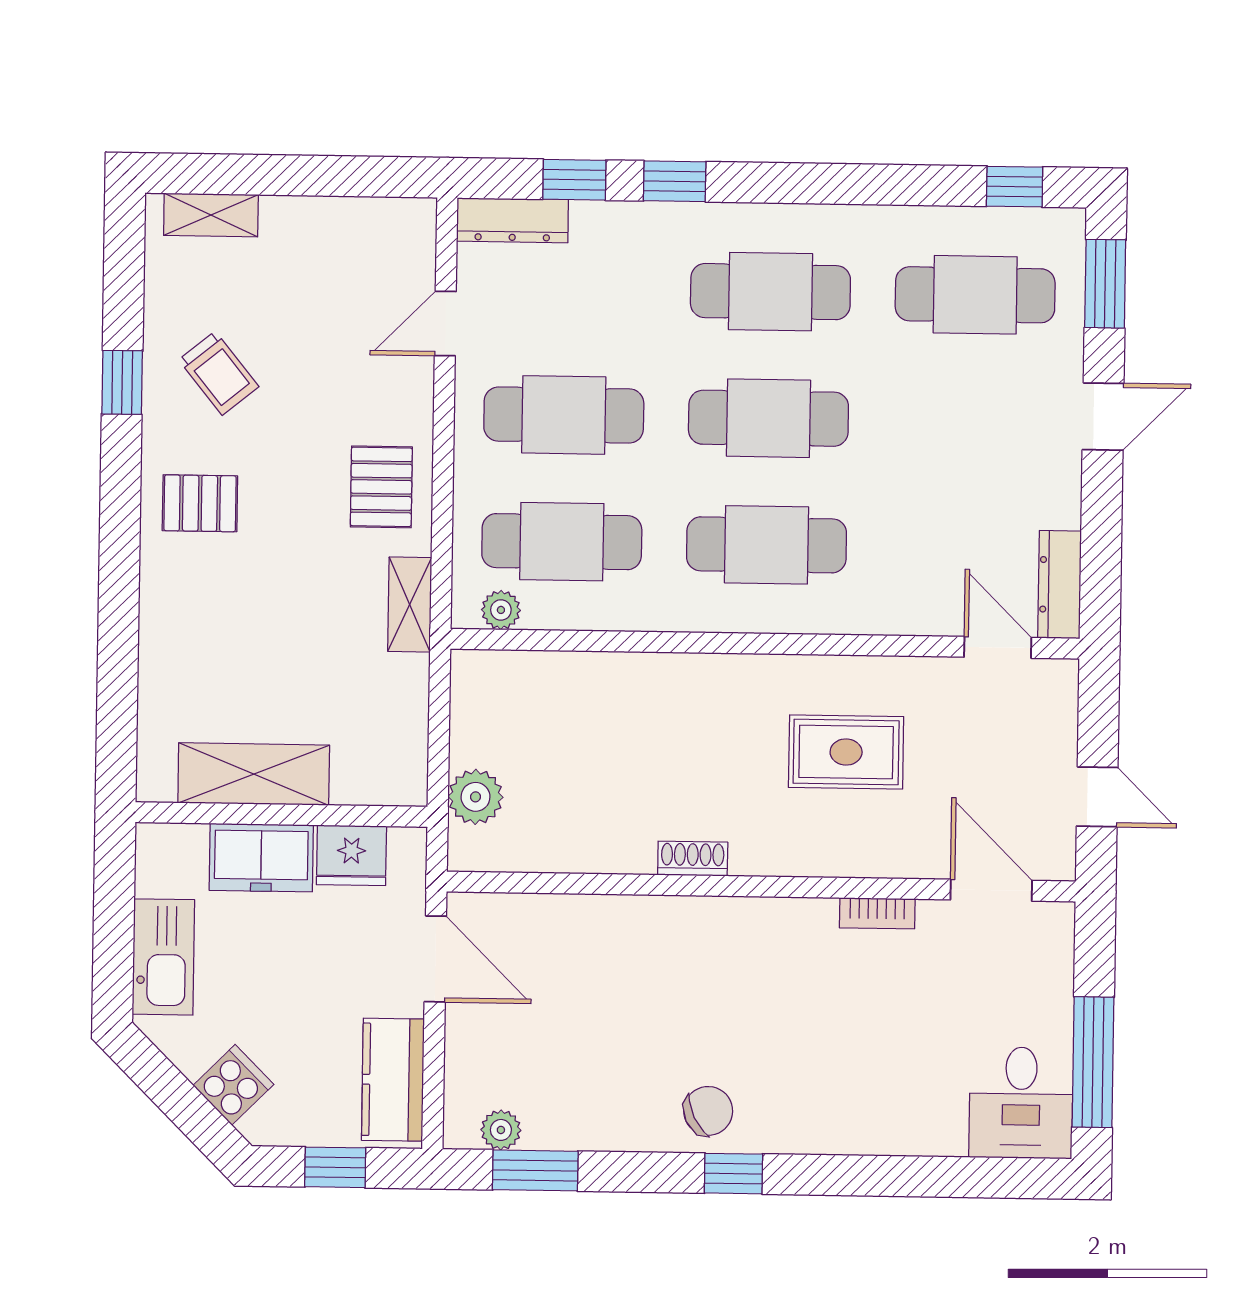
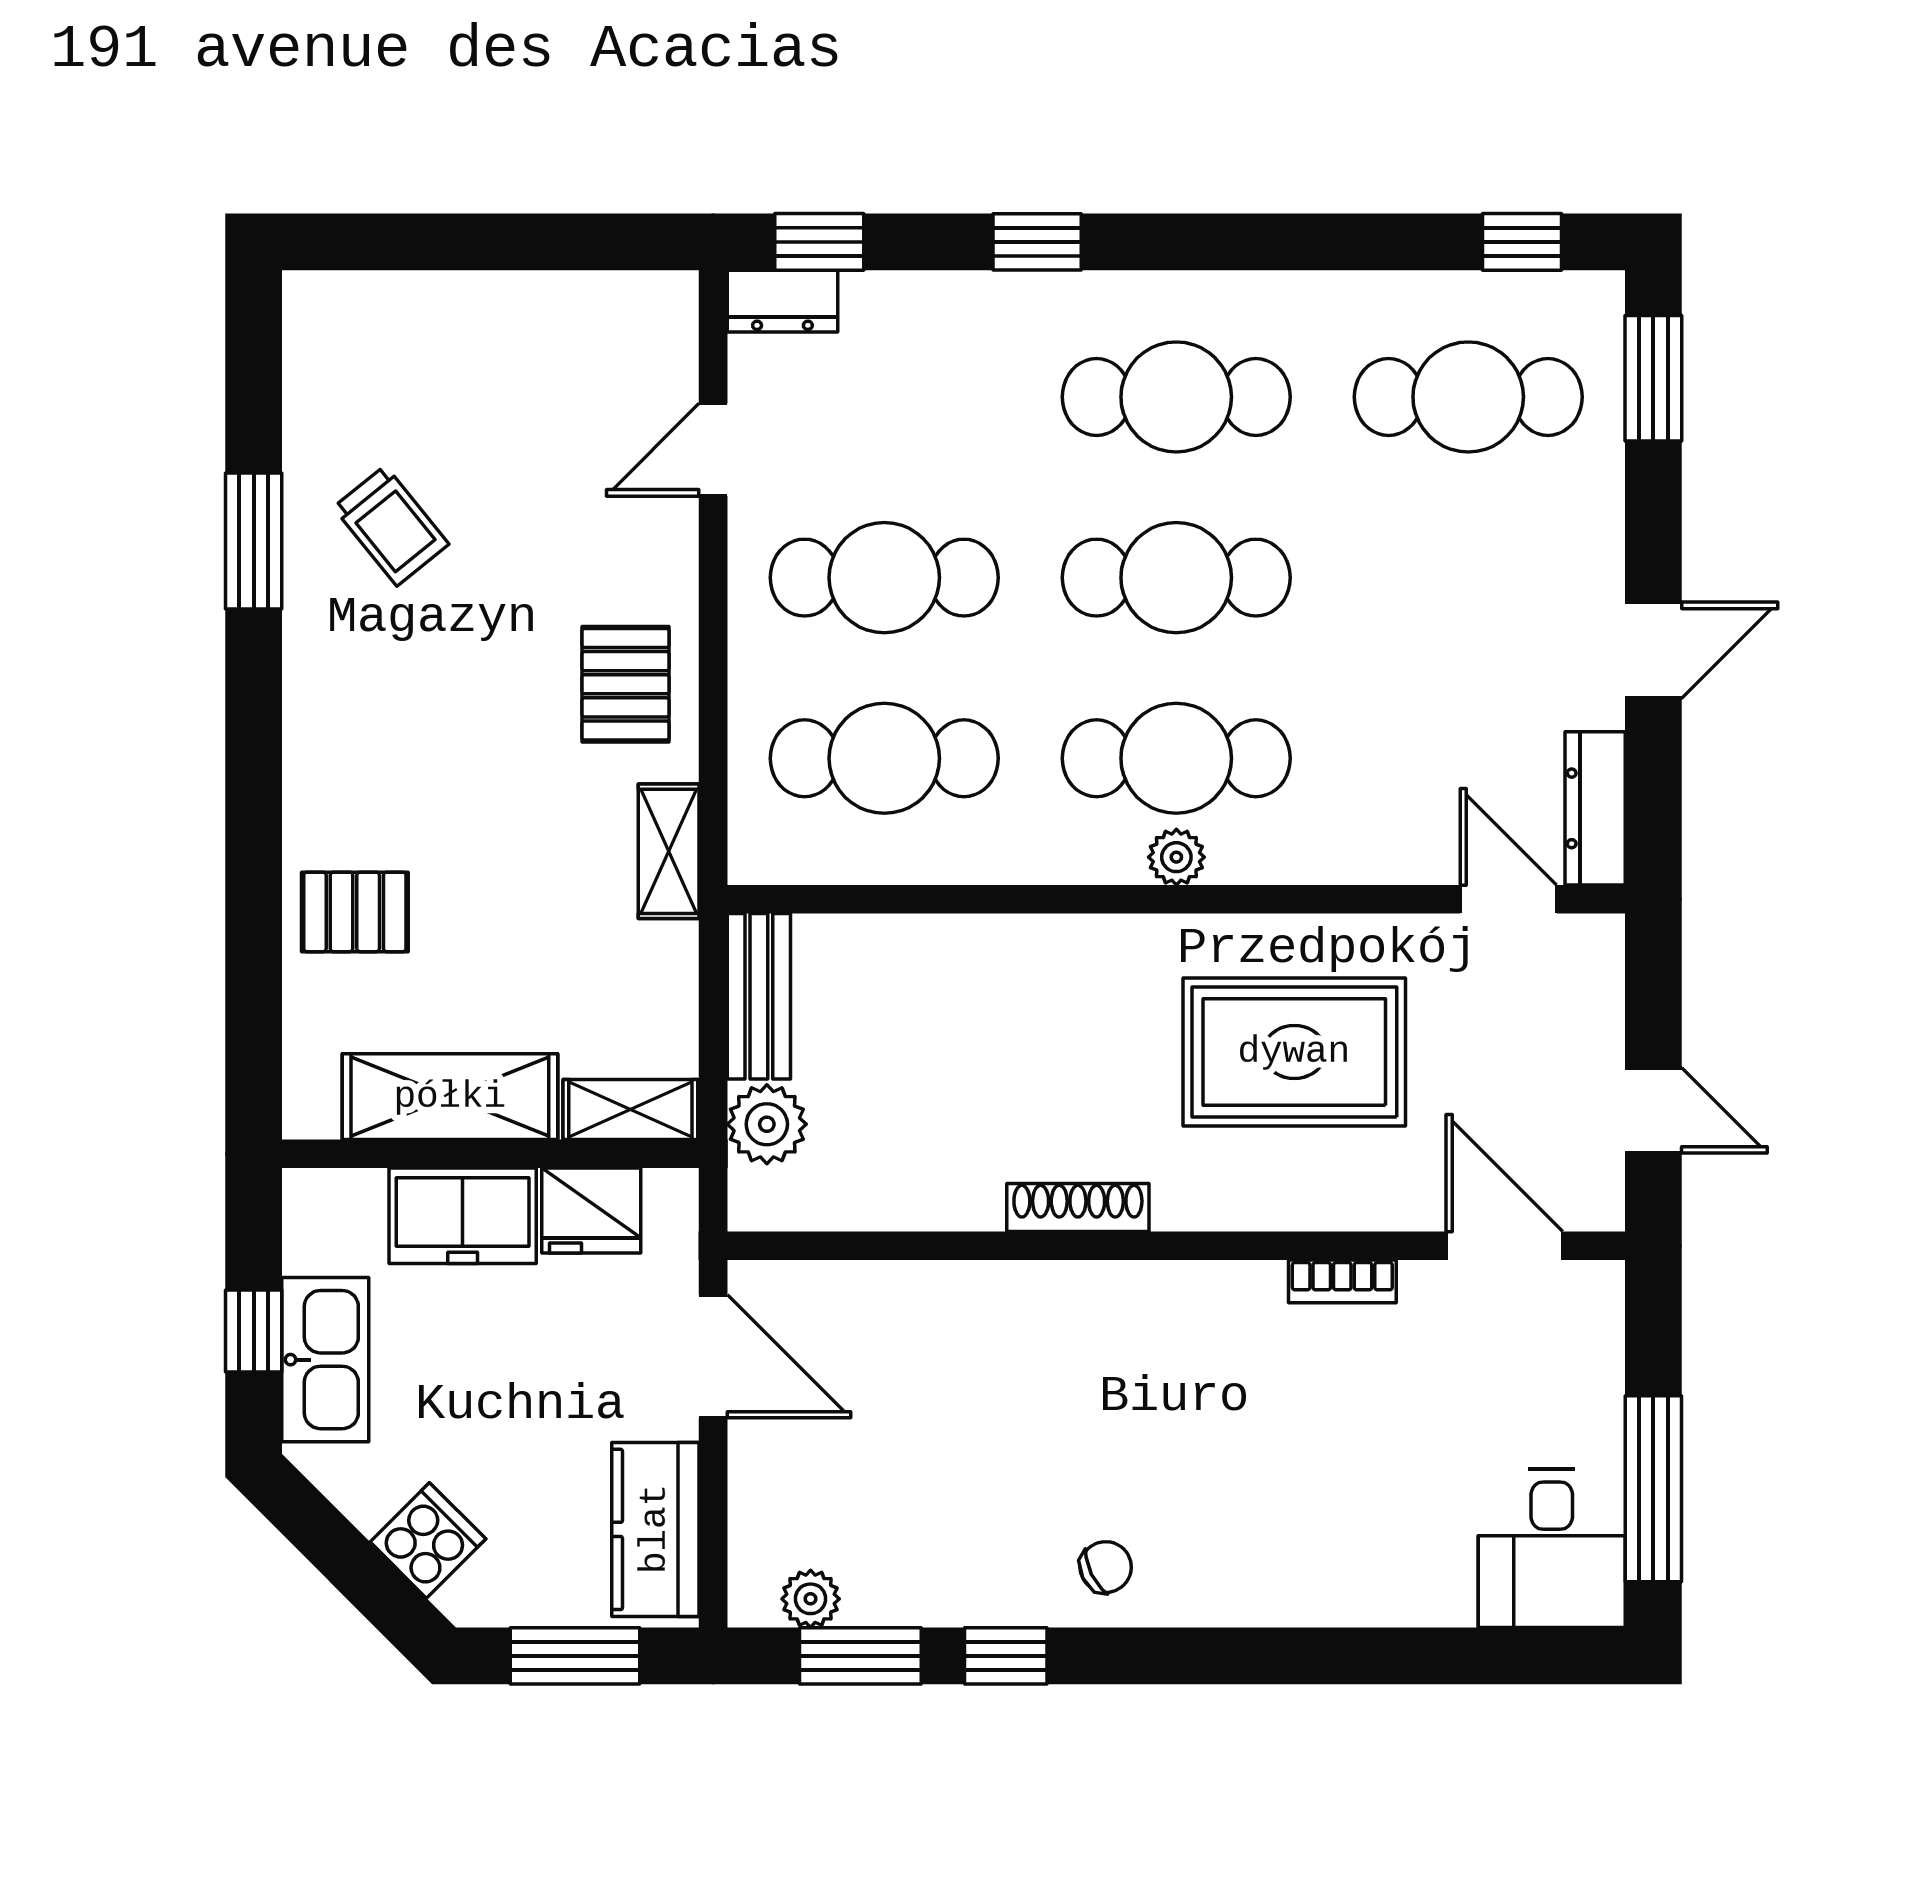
window: (574, 180) -> (819, 242), moved
shelving: (211, 215) -> (630, 1109), moved
dresser: (512, 220) -> (782, 301), width x0.70
window: (122, 382) -> (254, 541), width x1.50
door: (1103, 417) -> (1653, 650), moved
pallet: (200, 503) -> (355, 912), moved
plant: (501, 610) -> (1176, 857), moved
bench: (471, 707) -> (759, 996), added
rug: (846, 752) -> (1294, 1052), width x1.36, depth x1.43
shoe rack: (693, 859) -> (1078, 1207), width x1.43
window: (113, 936) -> (254, 1331), added
chair: (708, 1111) -> (1106, 1567), width x0.73, depth x0.73
window: (335, 1167) -> (575, 1656), width x1.50
window: (733, 1174) -> (1006, 1656), moved

